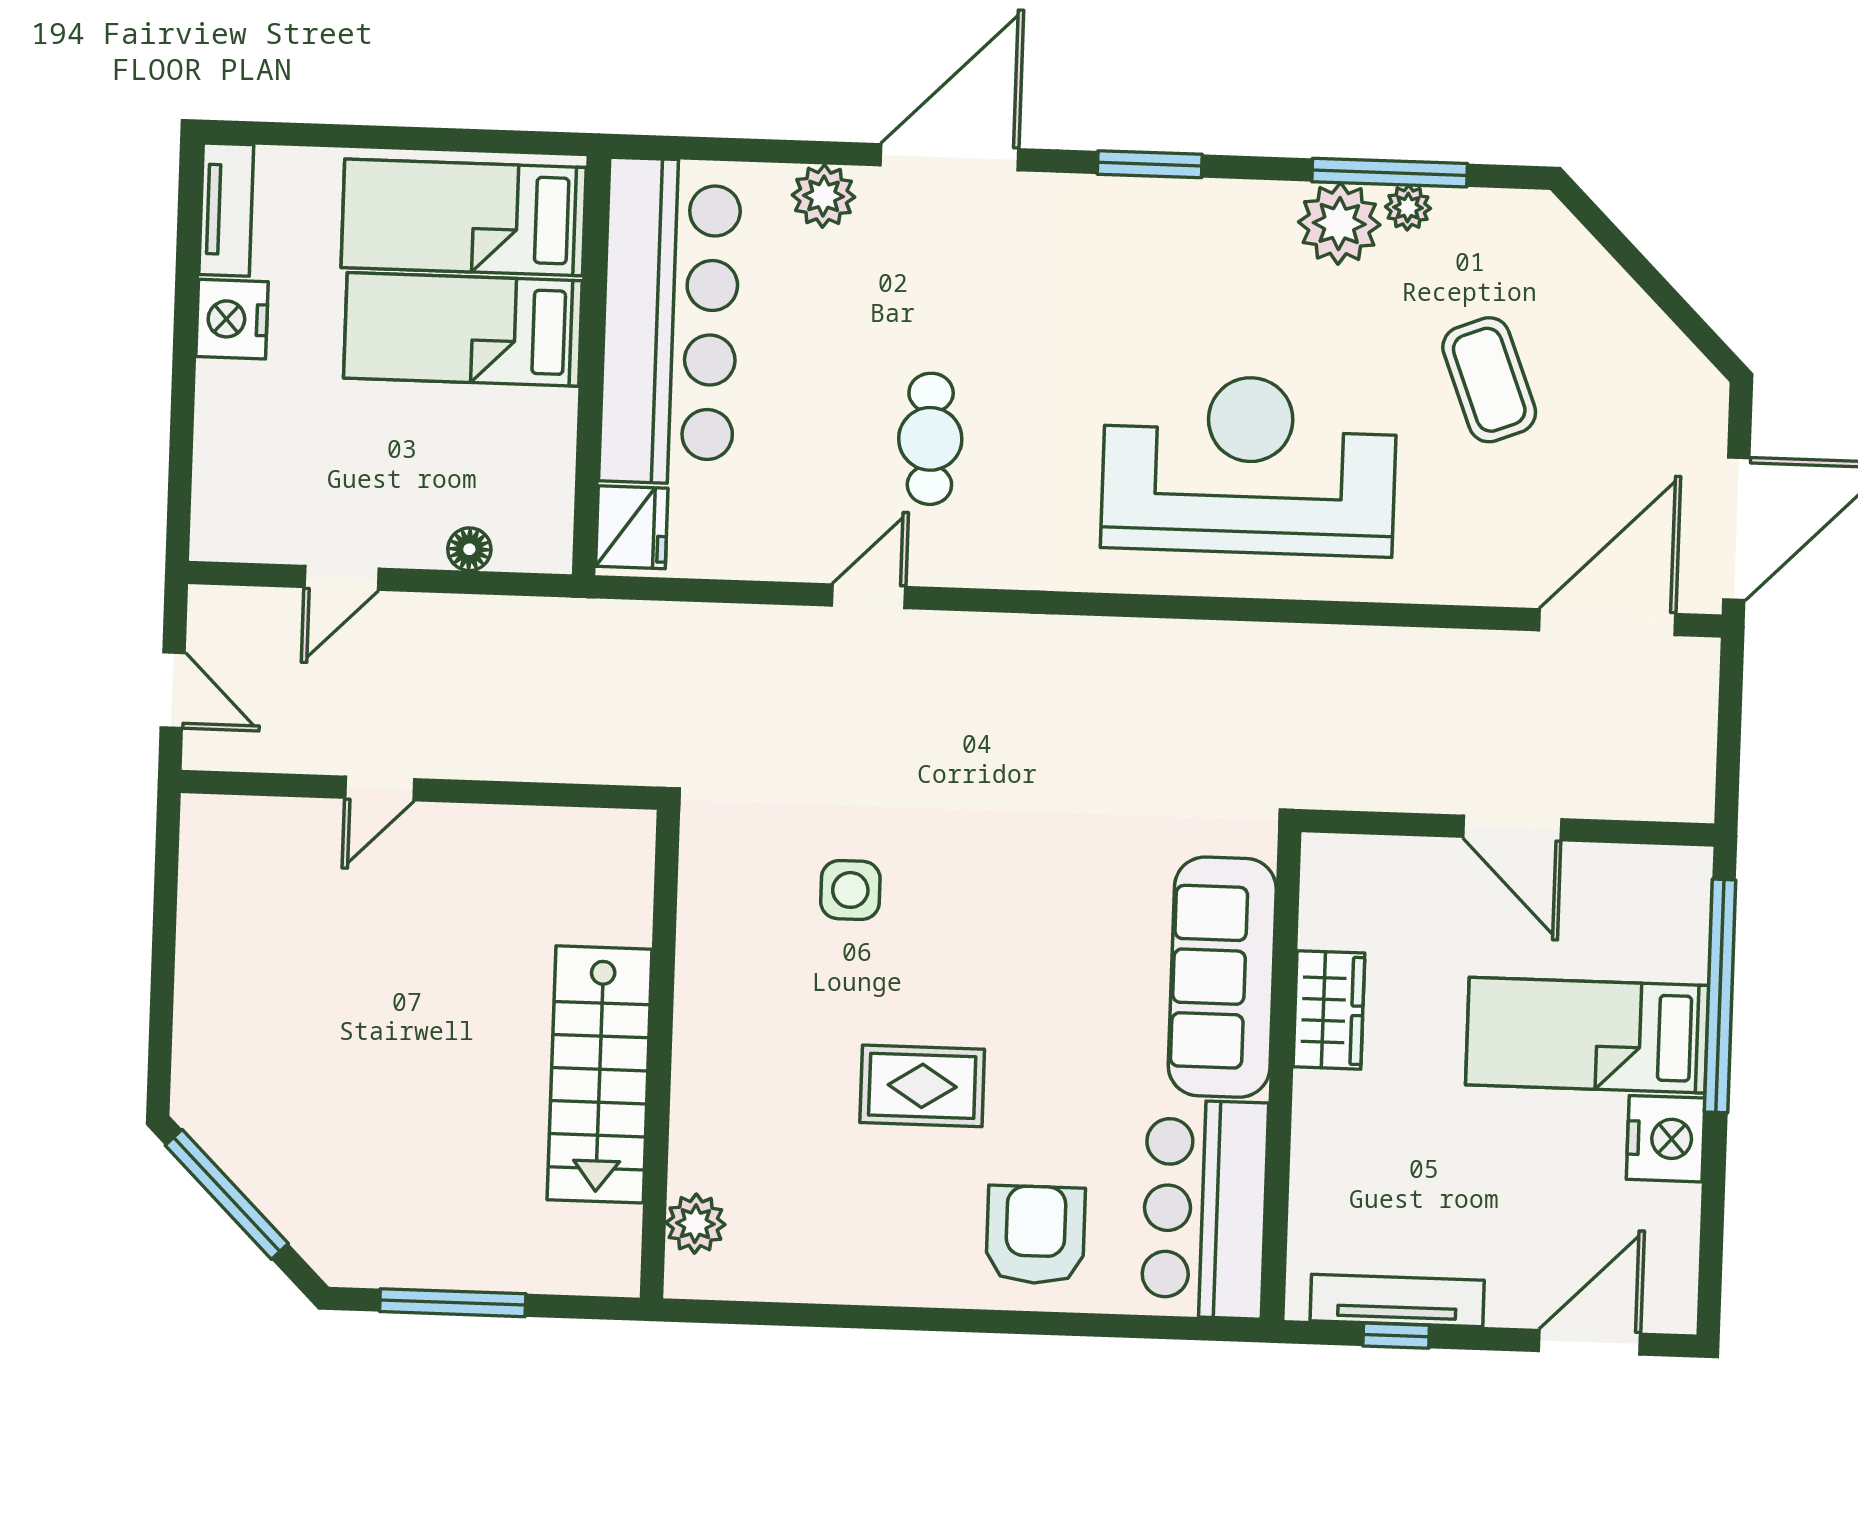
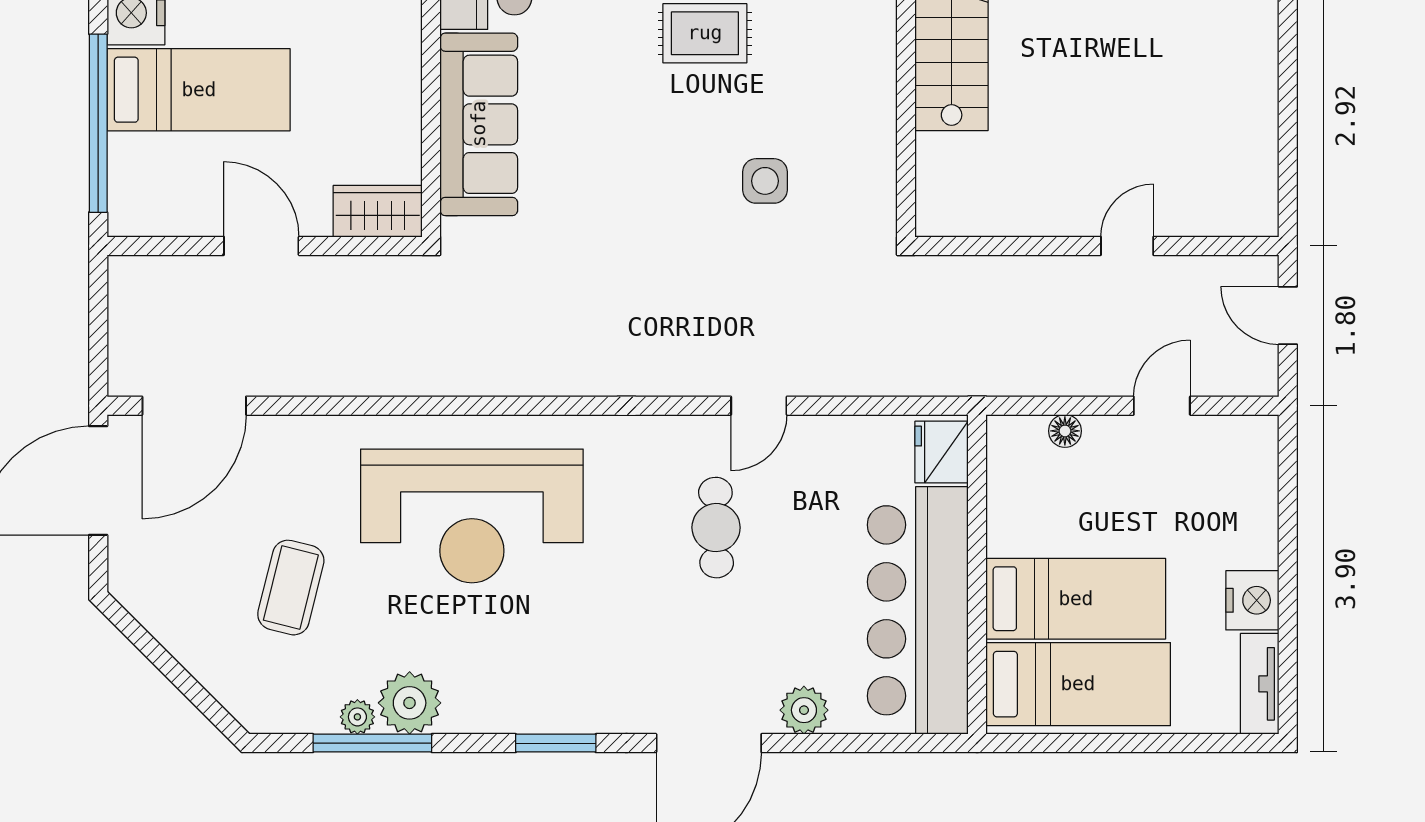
coffee table: (1489, 380) -> (291, 588), turned 35
wardrobe: (1329, 1010) -> (378, 211), moved, turned 90

